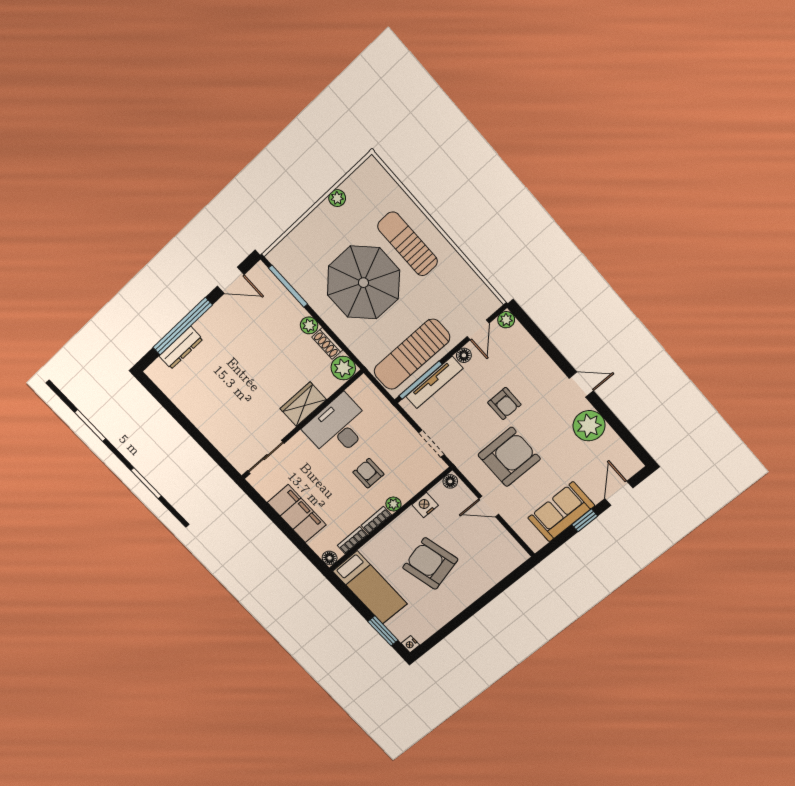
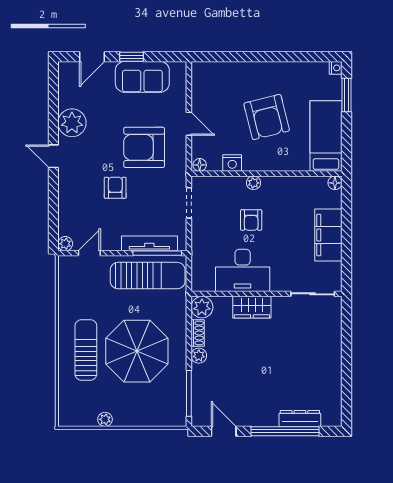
sun lounger: (408, 244) -> (86, 350), turned 180
floor lamp: (464, 355) -> (114, 244), removed
bookcase: (376, 520) -> (276, 182), removed
bookcase: (352, 540) -> (307, 182), removed

